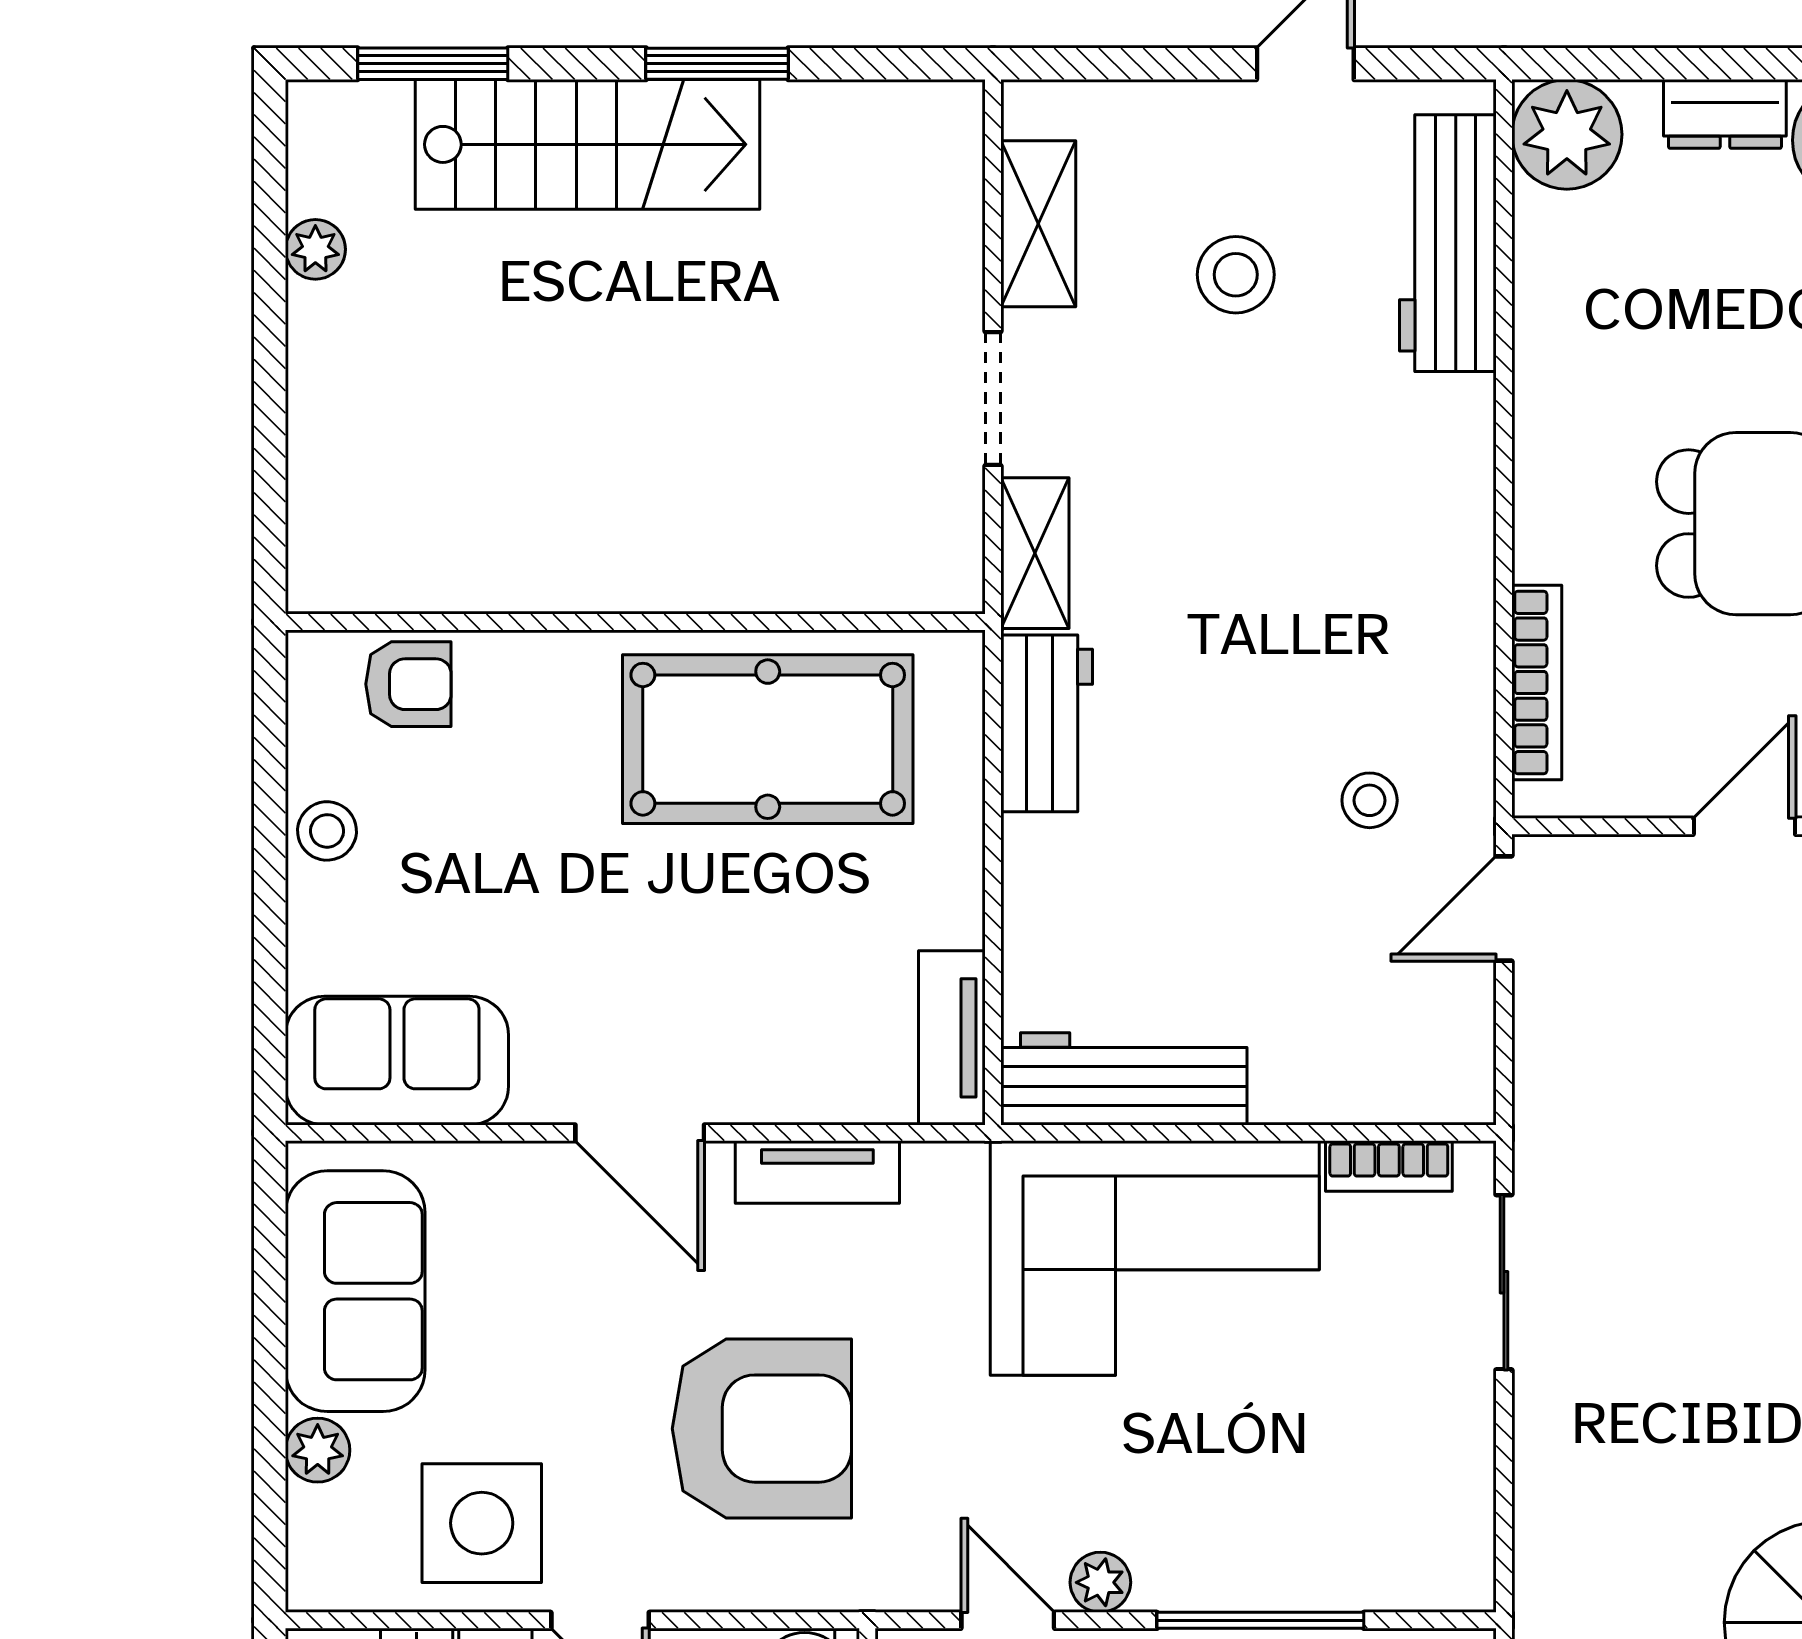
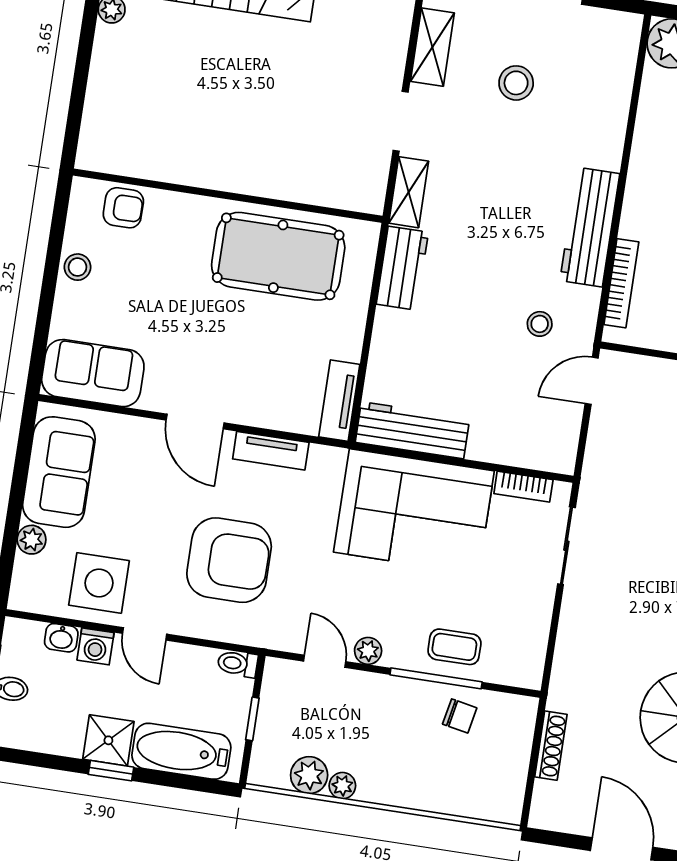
workbench: (1448, 243) -> (590, 227), moved
coffee table: (1290, 1544) -> (454, 647), added

